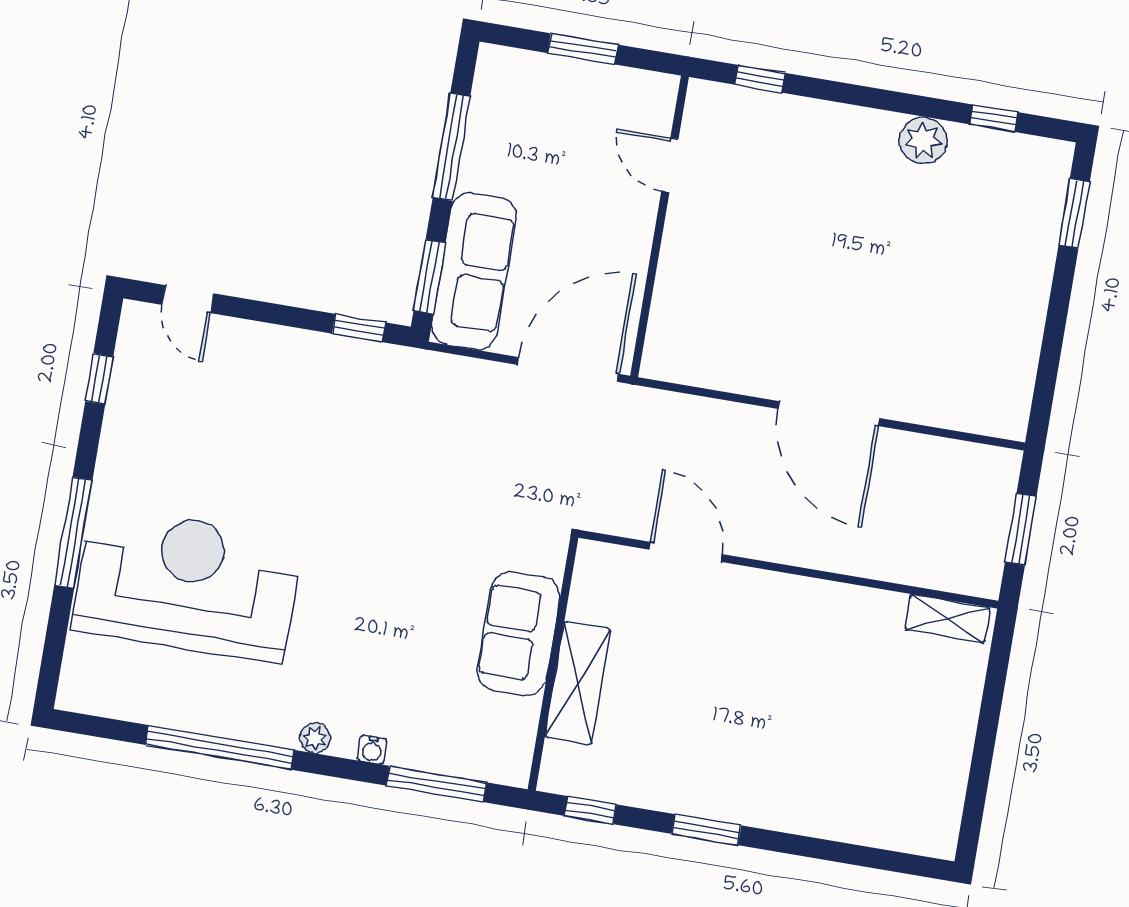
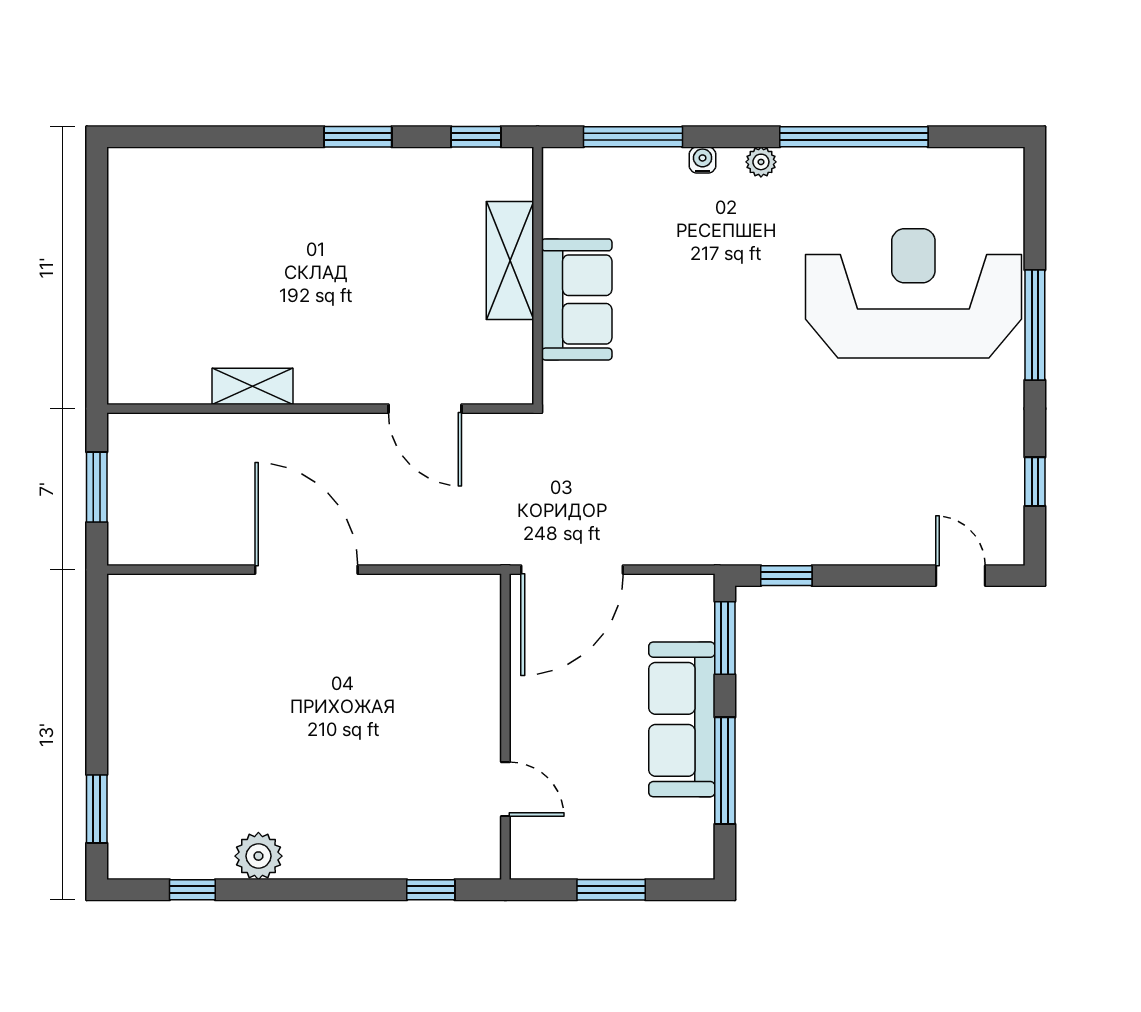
sofa: (474, 271) -> (682, 719), moved
reception desk: (187, 584) -> (913, 293), turned 180
shelving: (948, 619) -> (253, 386), moved

